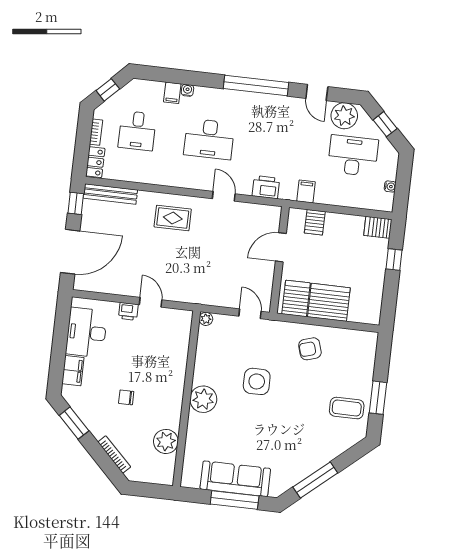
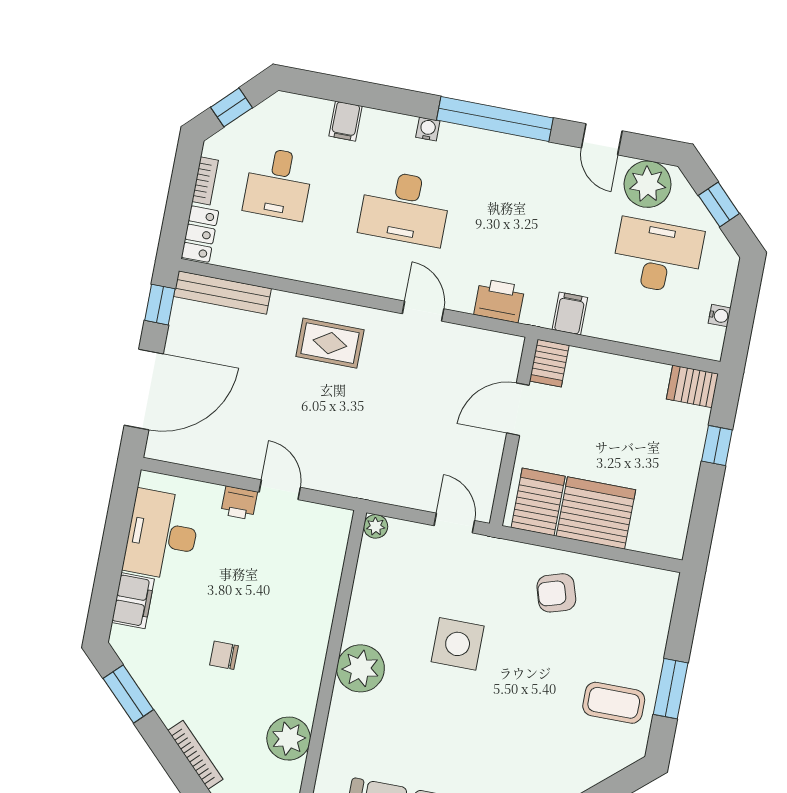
water cooler: (187, 90) -> (428, 129), moved
server rack: (315, 222) -> (549, 363), moved

